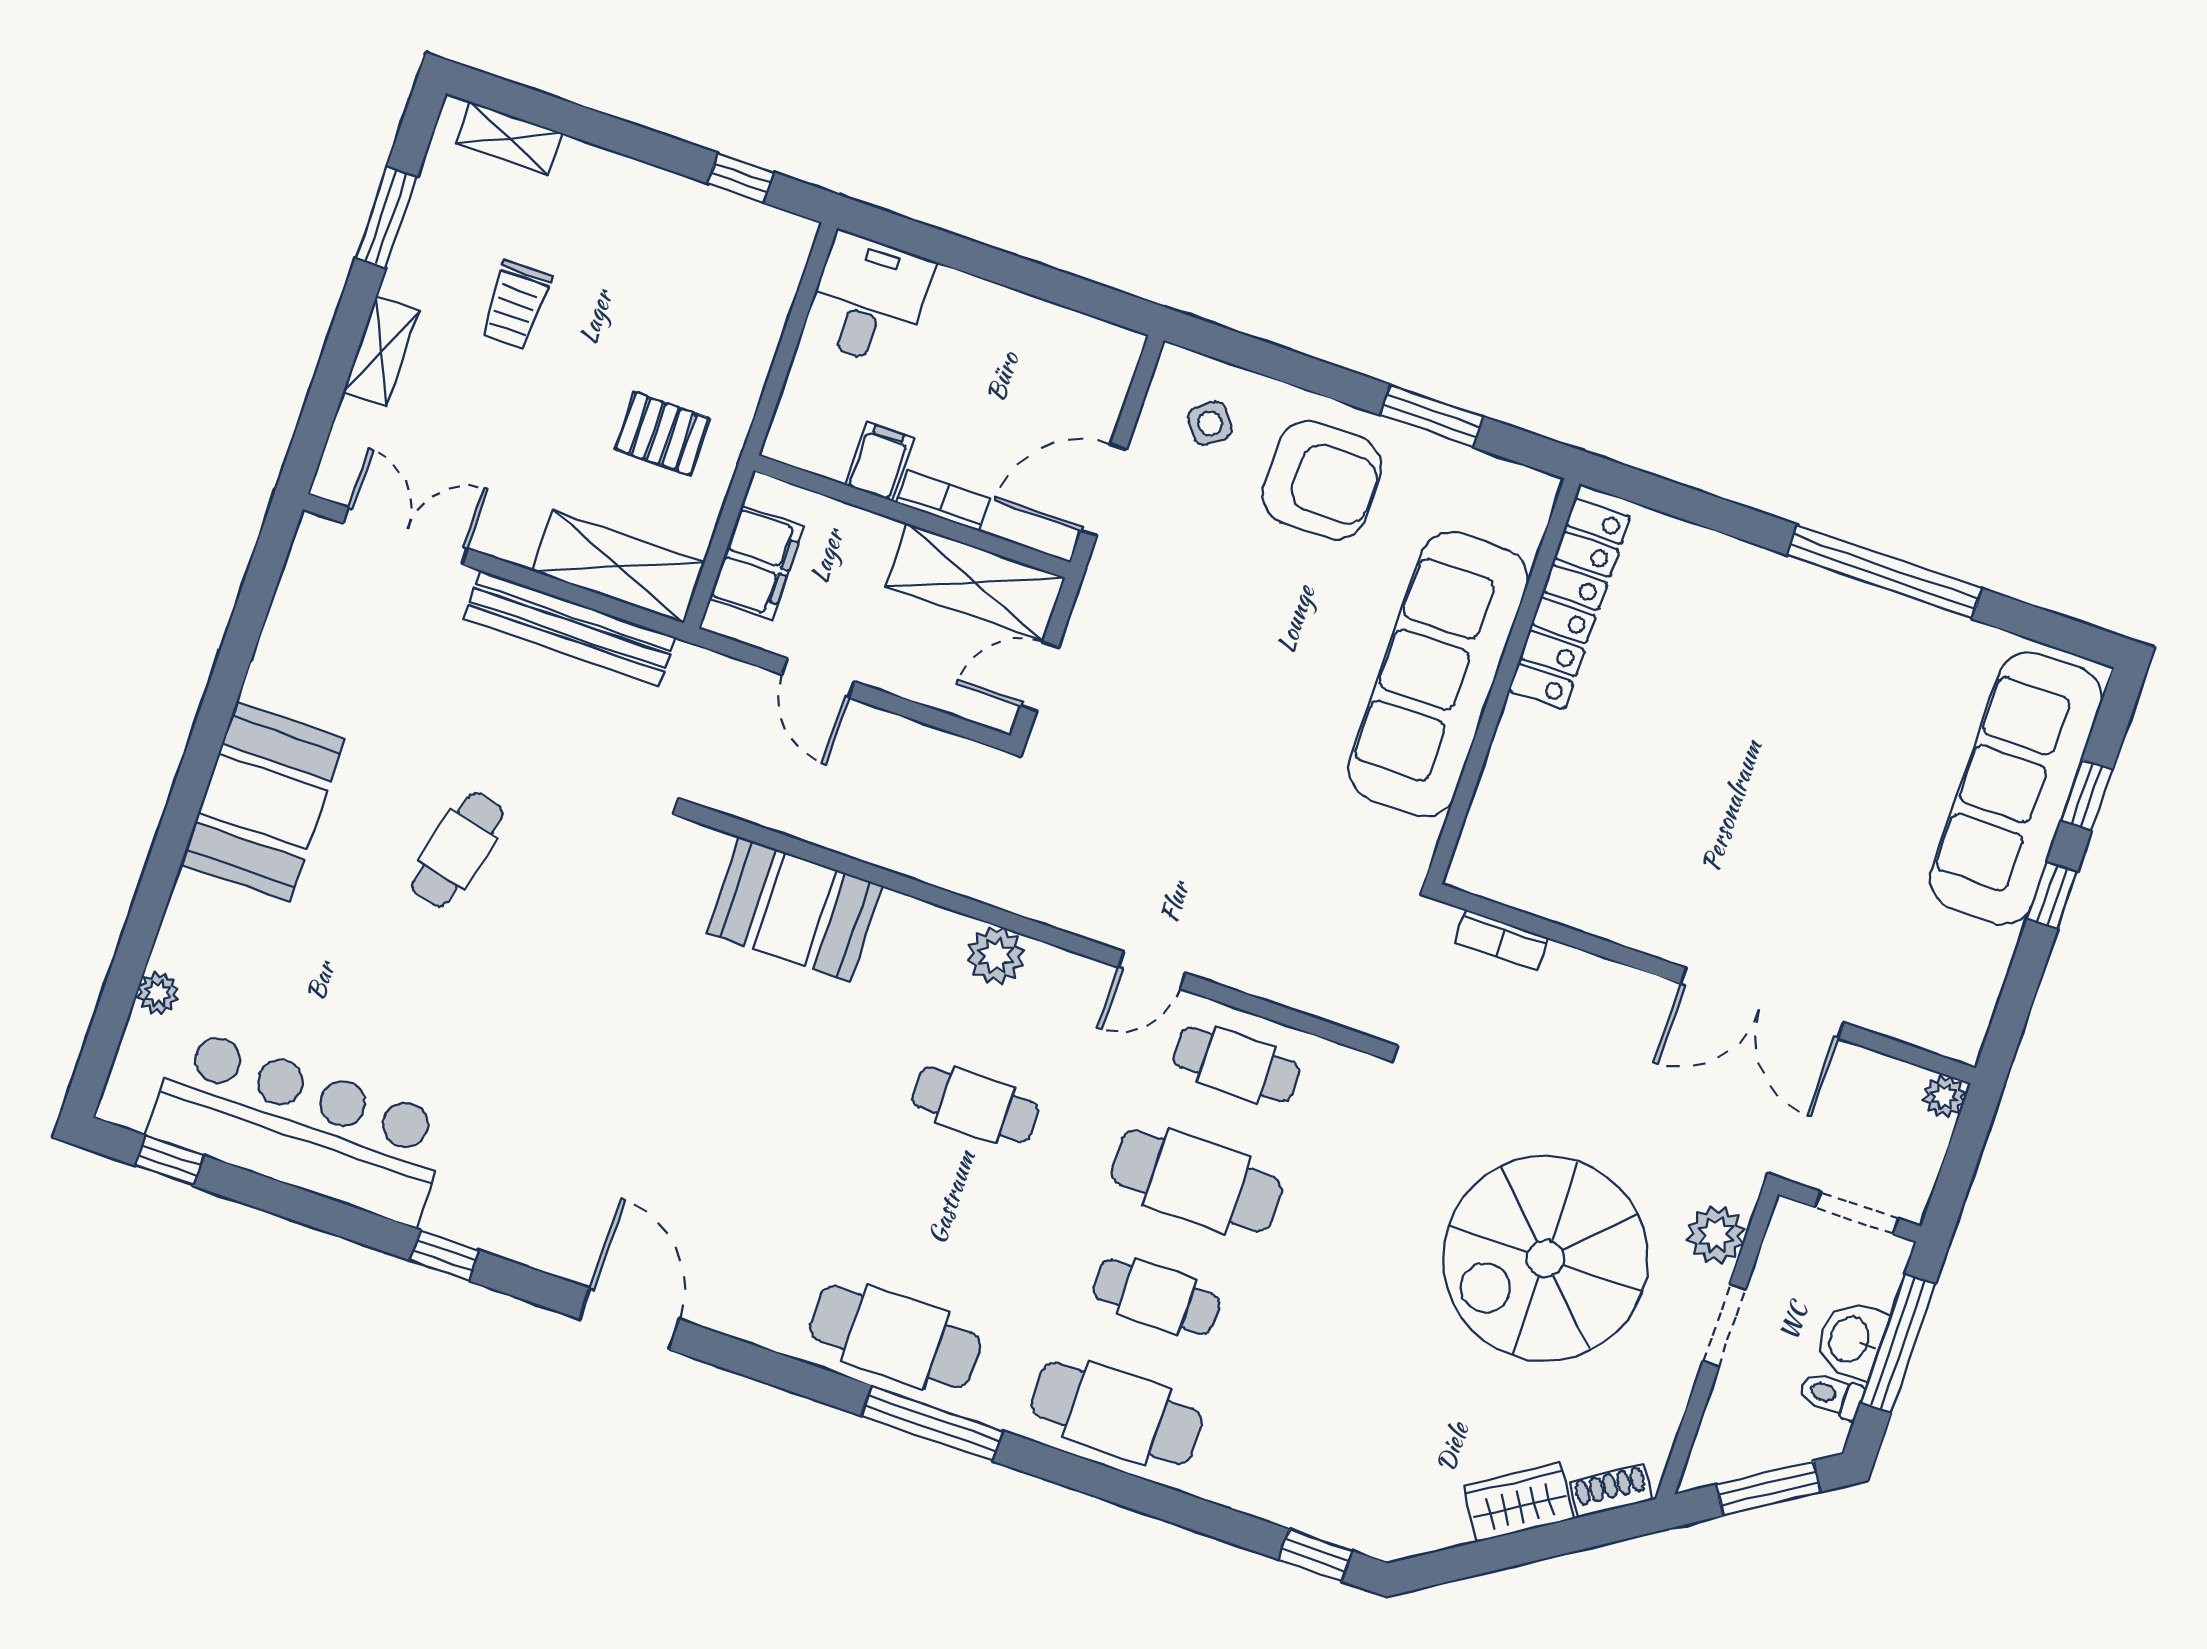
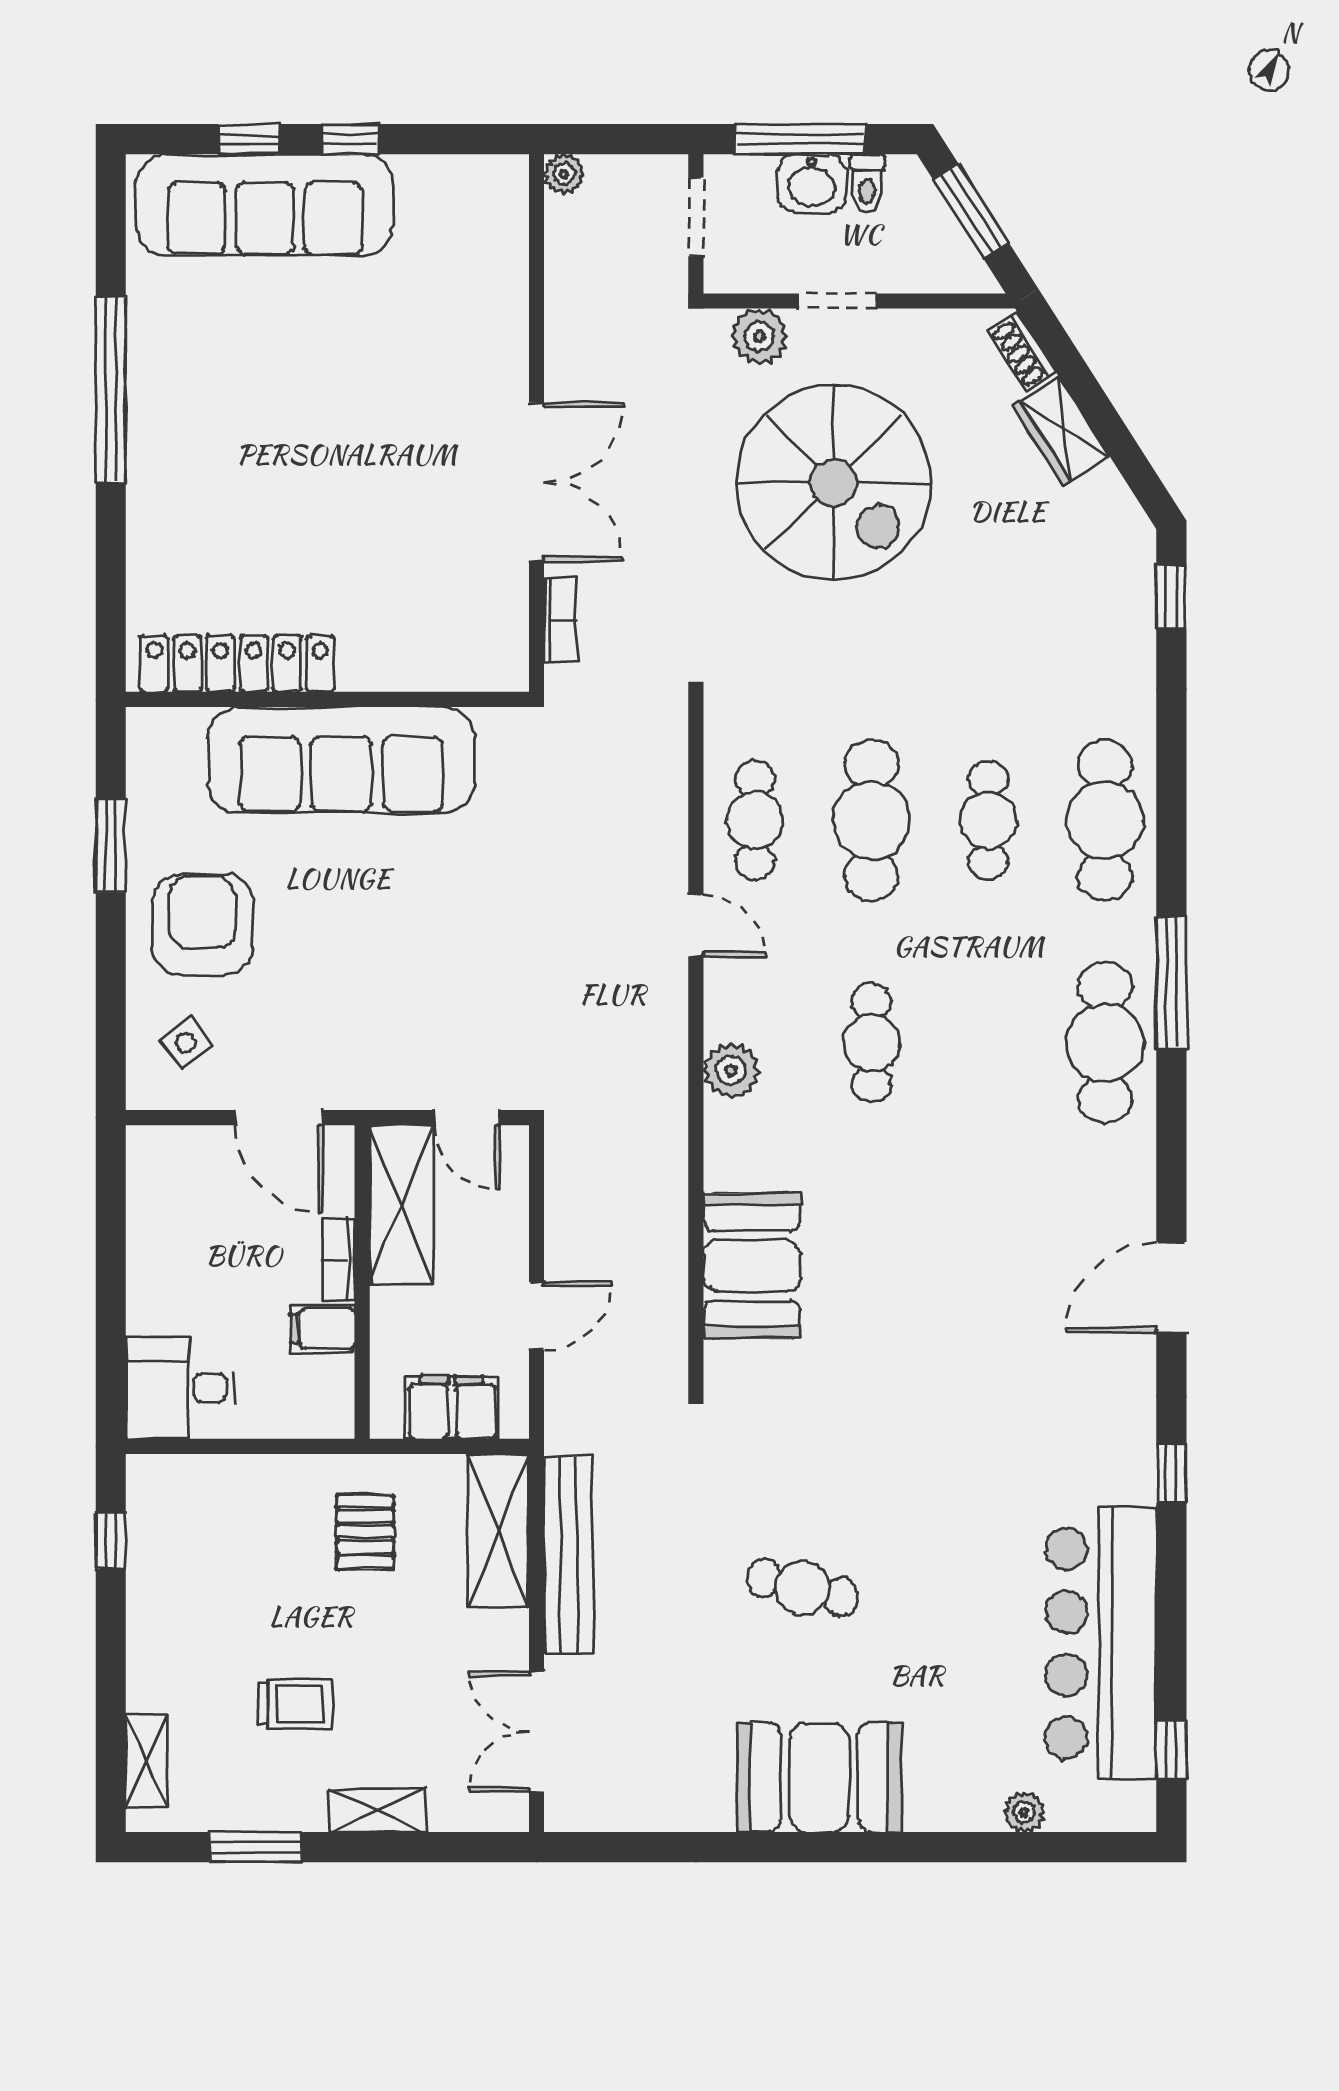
double door: (1762, 1003) -> (536, 482), moved

